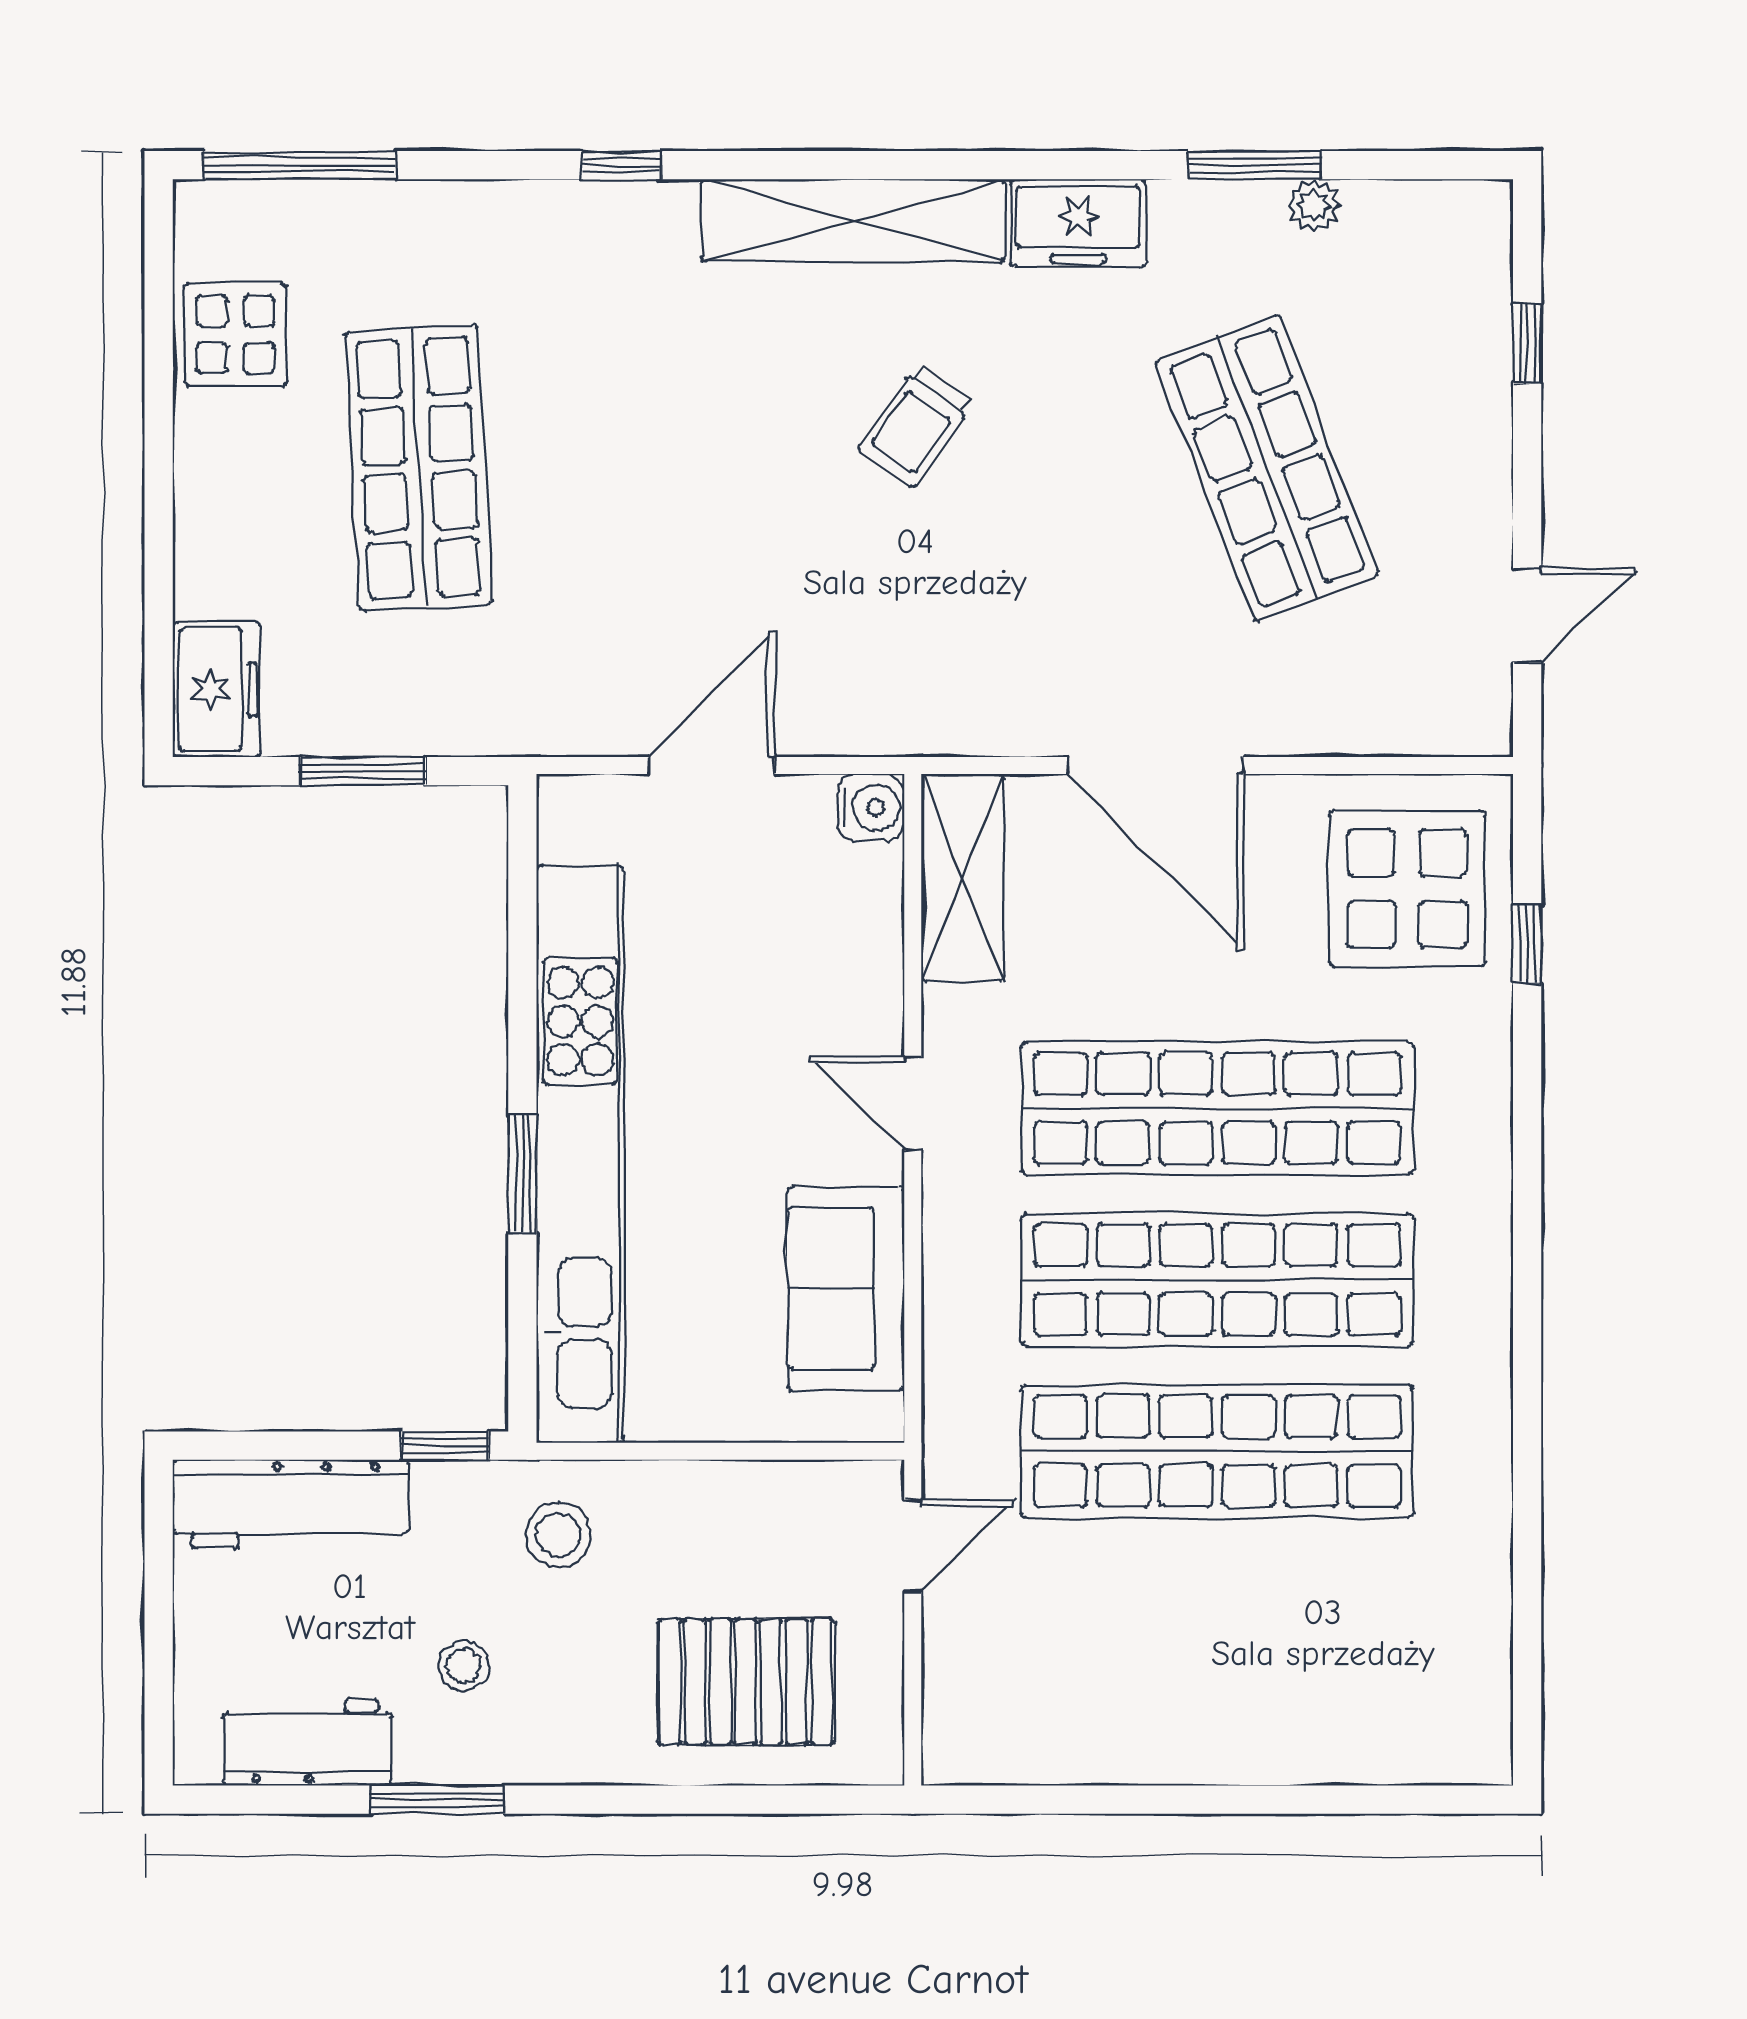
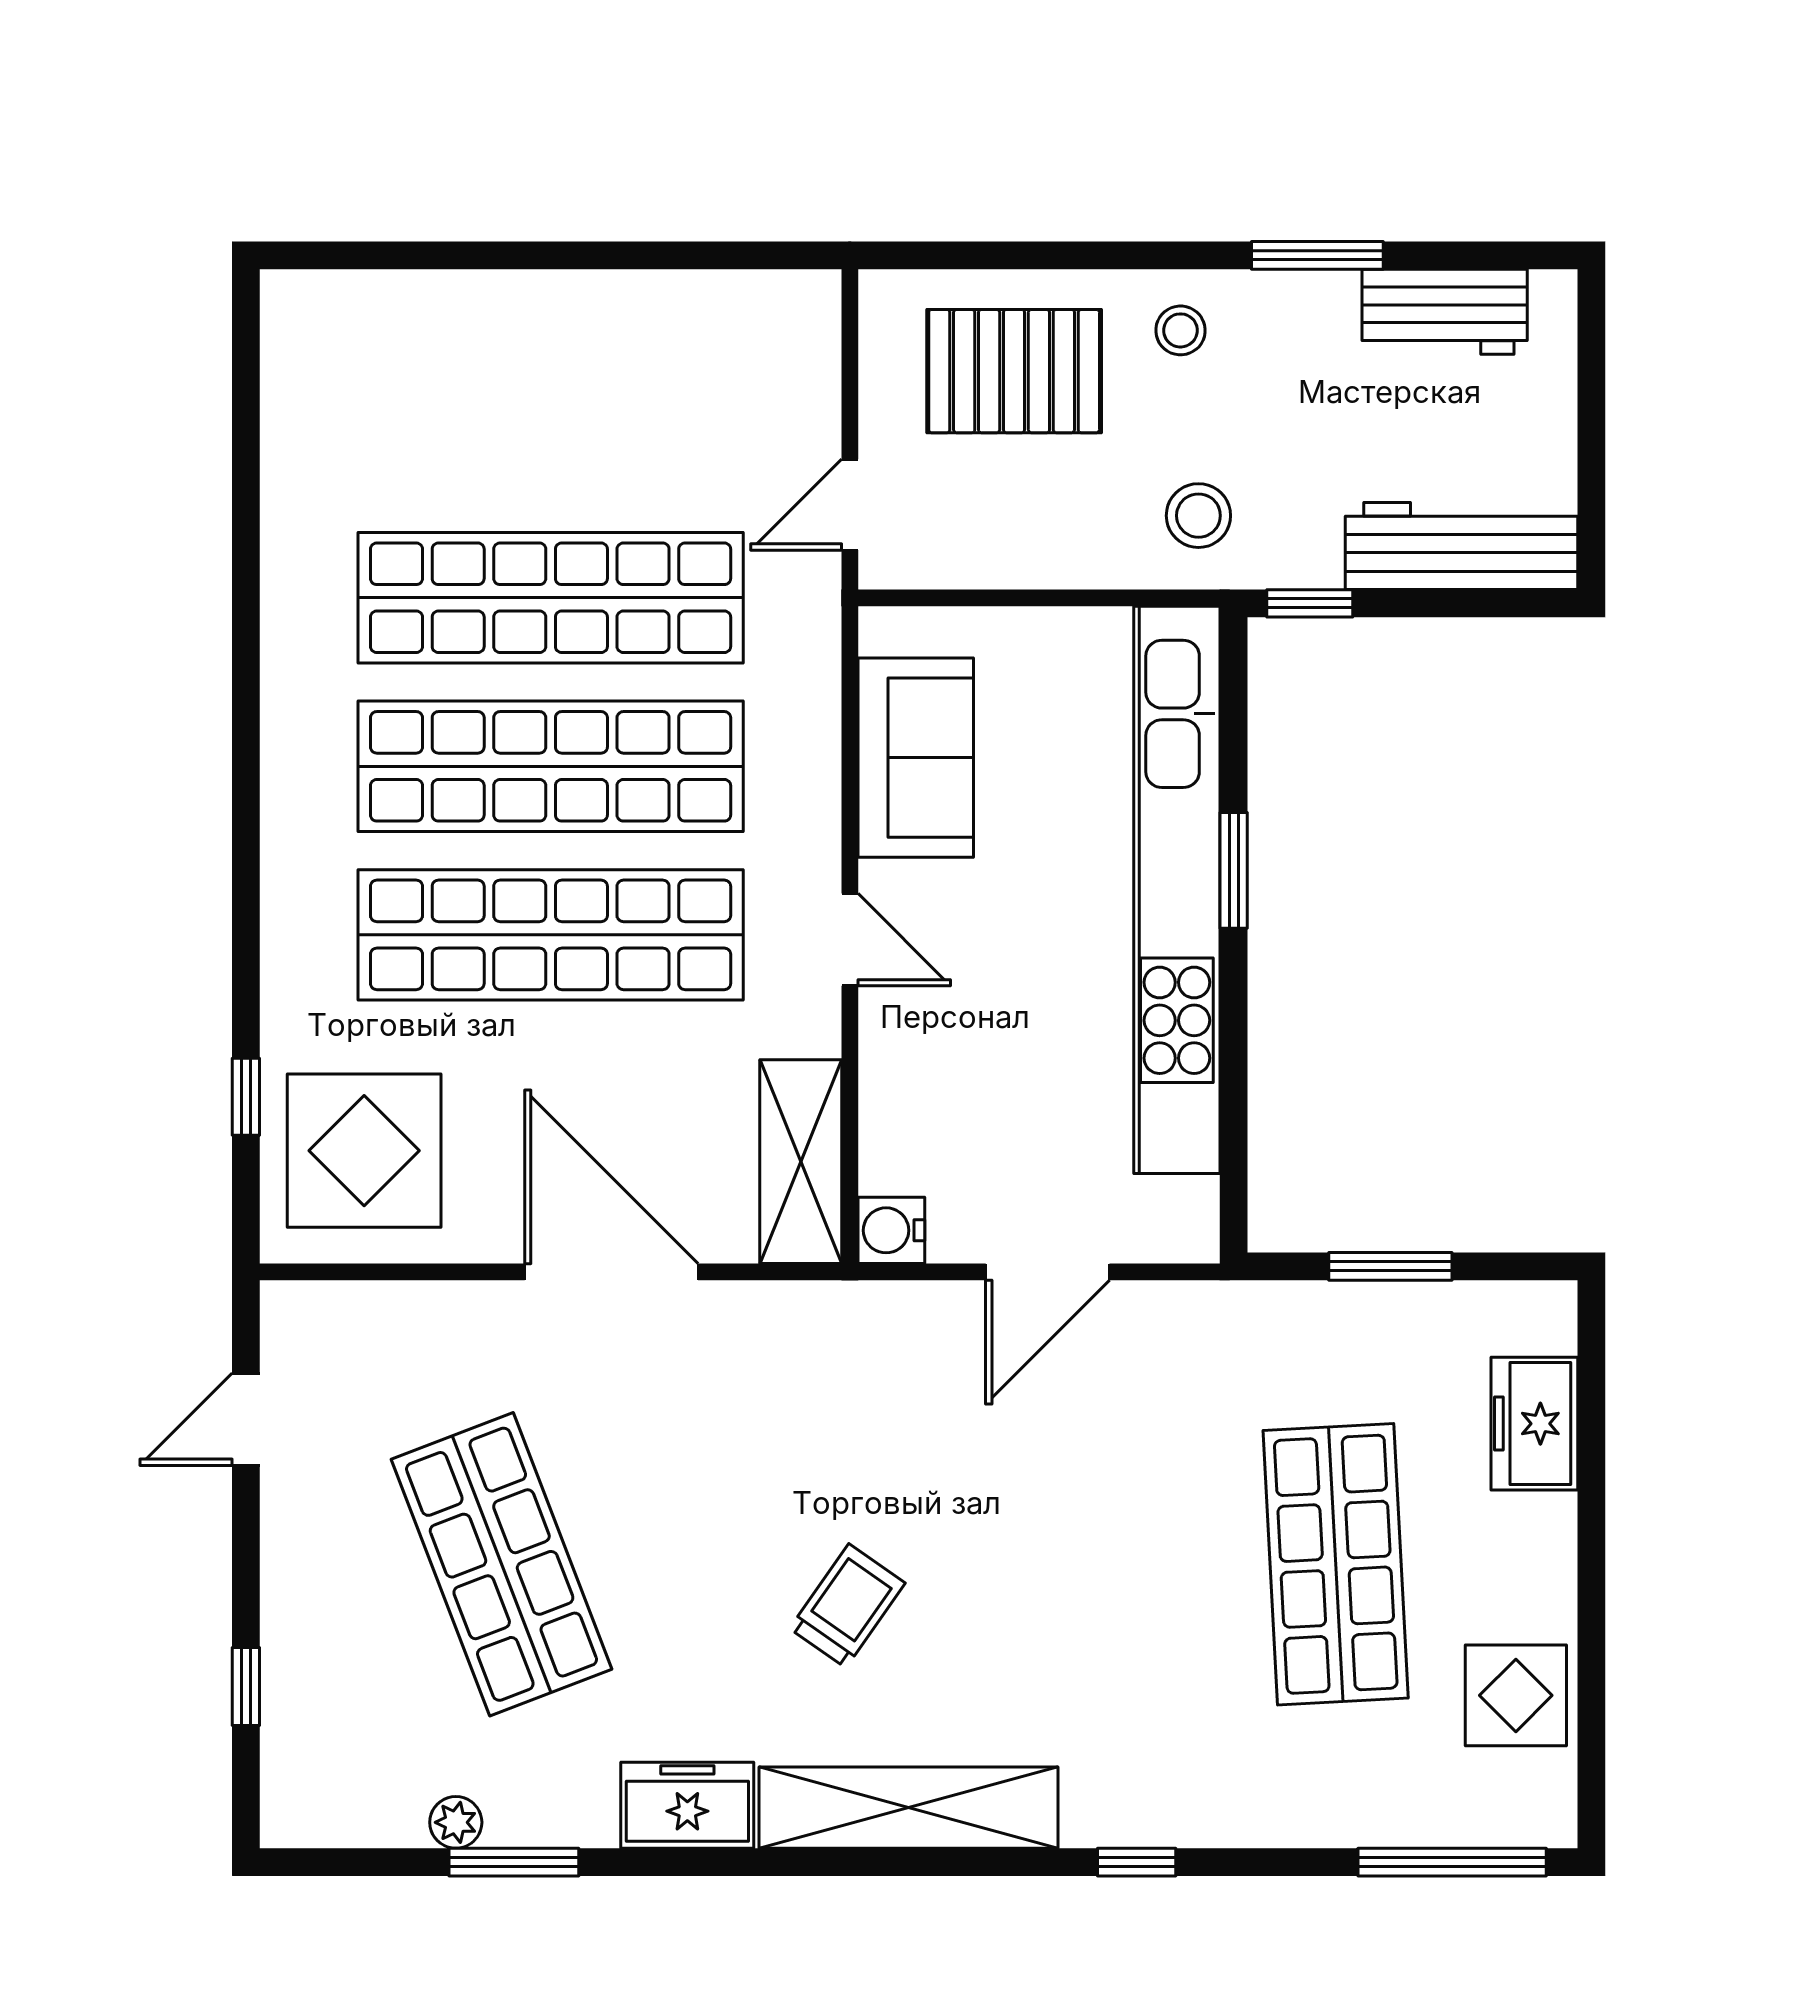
freezer: (216, 689) -> (1534, 1424), moved
stool: (464, 1666) -> (1180, 330), moved

